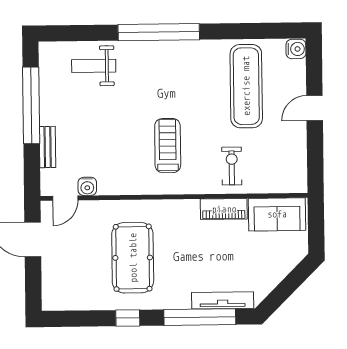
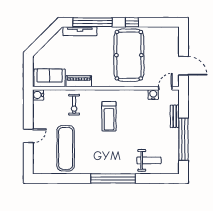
water cooler: (296, 49) -> (38, 95), moved
pool table: (133, 258) -> (129, 55), width x1.36, depth x1.32

